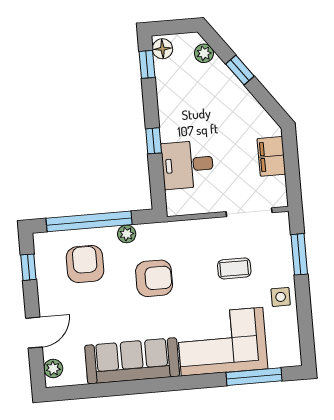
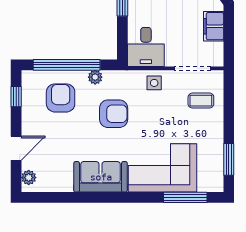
desk: (187, 165) -> (146, 47), moved, turned -90
window: (299, 254) -> (229, 159), moved
coffee table: (234, 268) -> (201, 101), moved
side table: (281, 297) -> (154, 83), moved
sofa: (132, 361) -> (101, 177), width x0.73

